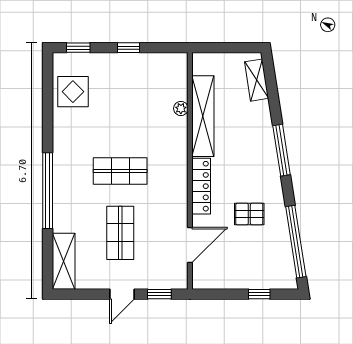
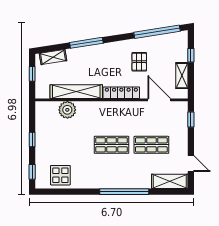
window: (230, 48) -> (32, 74), added
plant: (181, 108) -> (67, 110), width x1.88, depth x1.88
window: (282, 150) -> (86, 43), moved
shop shelf: (120, 171) -> (112, 145), turned 90
shelving: (228, 280) -> (182, 76), added
door: (122, 294) -> (191, 164), moved

